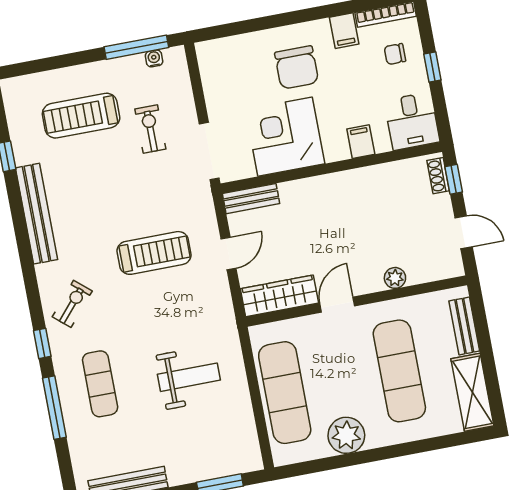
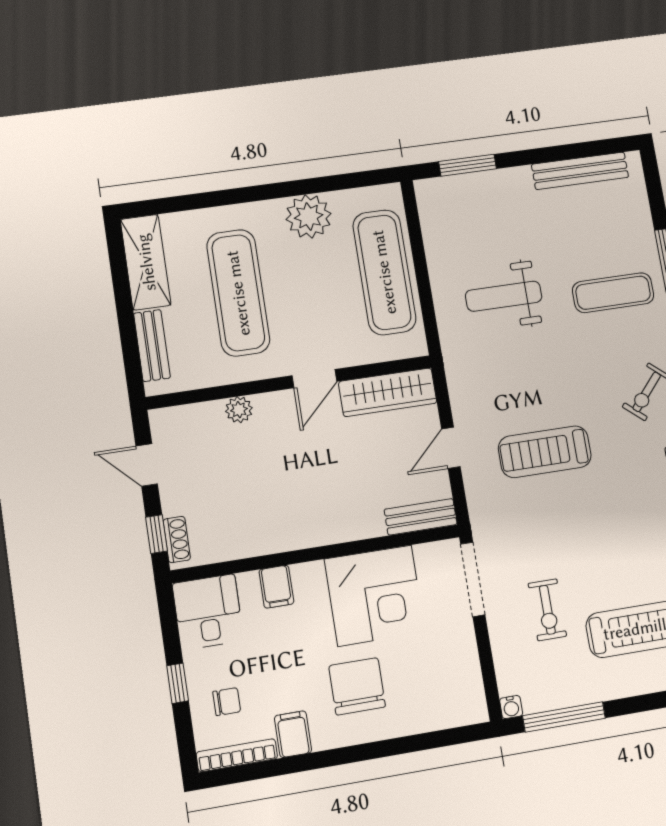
water cooler: (154, 58) -> (511, 707), moved
exercise mat: (100, 384) -> (613, 293), turned 90

